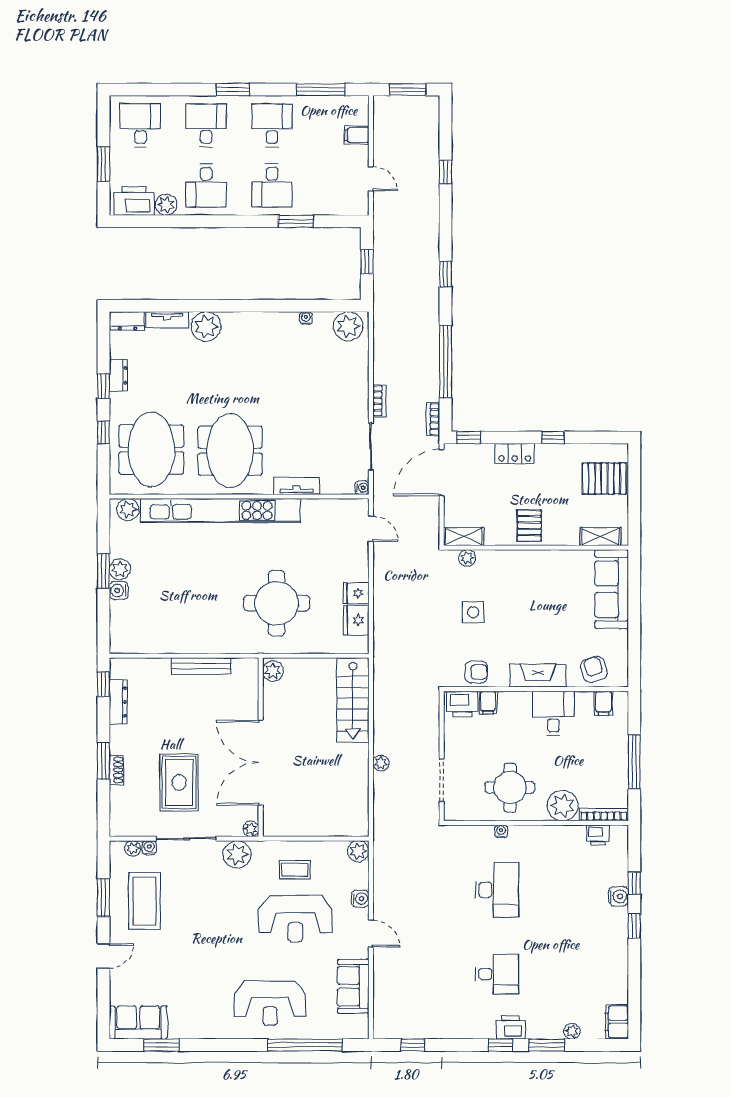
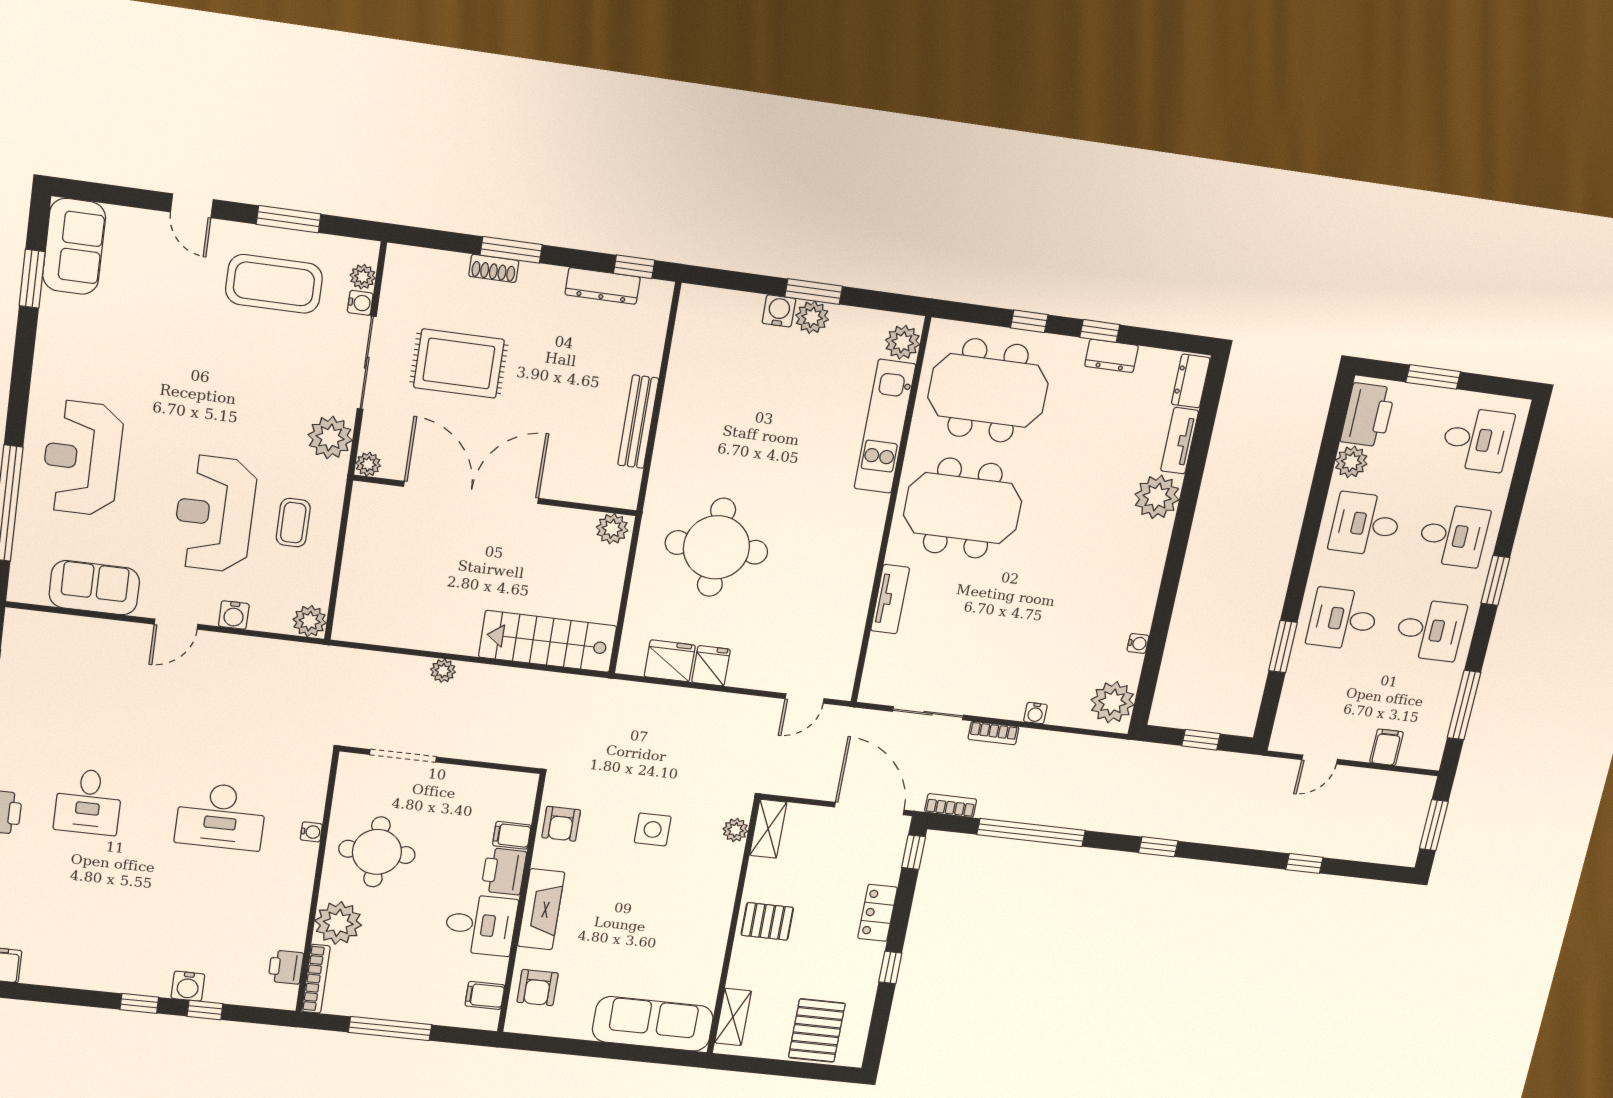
water cooler: (362, 488) -> (1035, 713), moved
kitchen unit: (220, 511) -> (885, 426), width x0.54
armchair: (594, 669) -> (538, 988), turned 108
printer: (462, 704) -> (504, 871), moved

